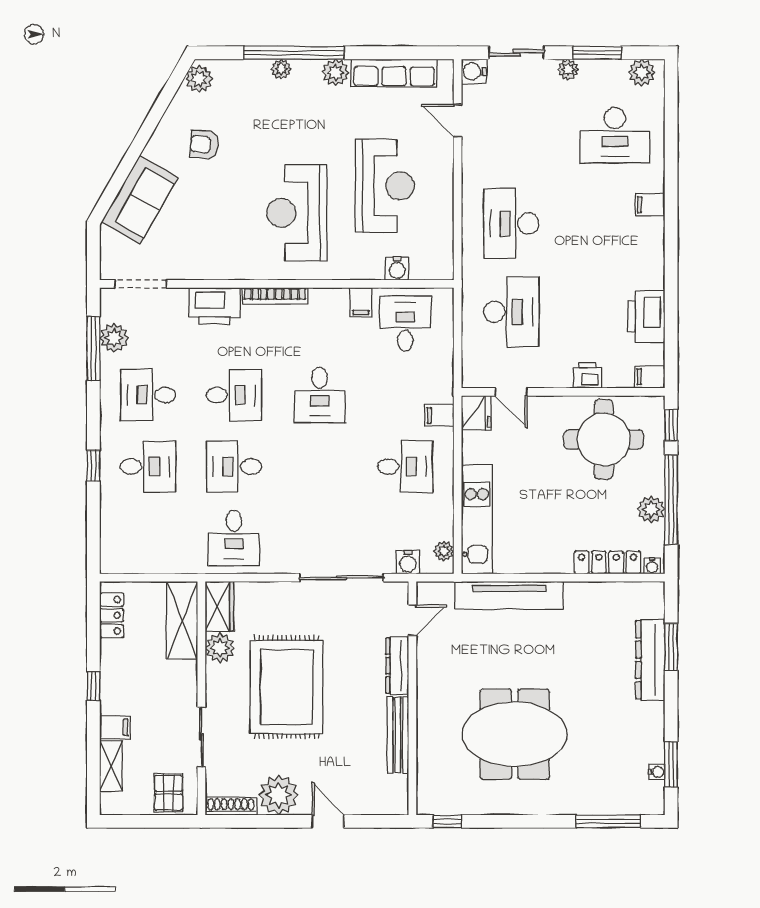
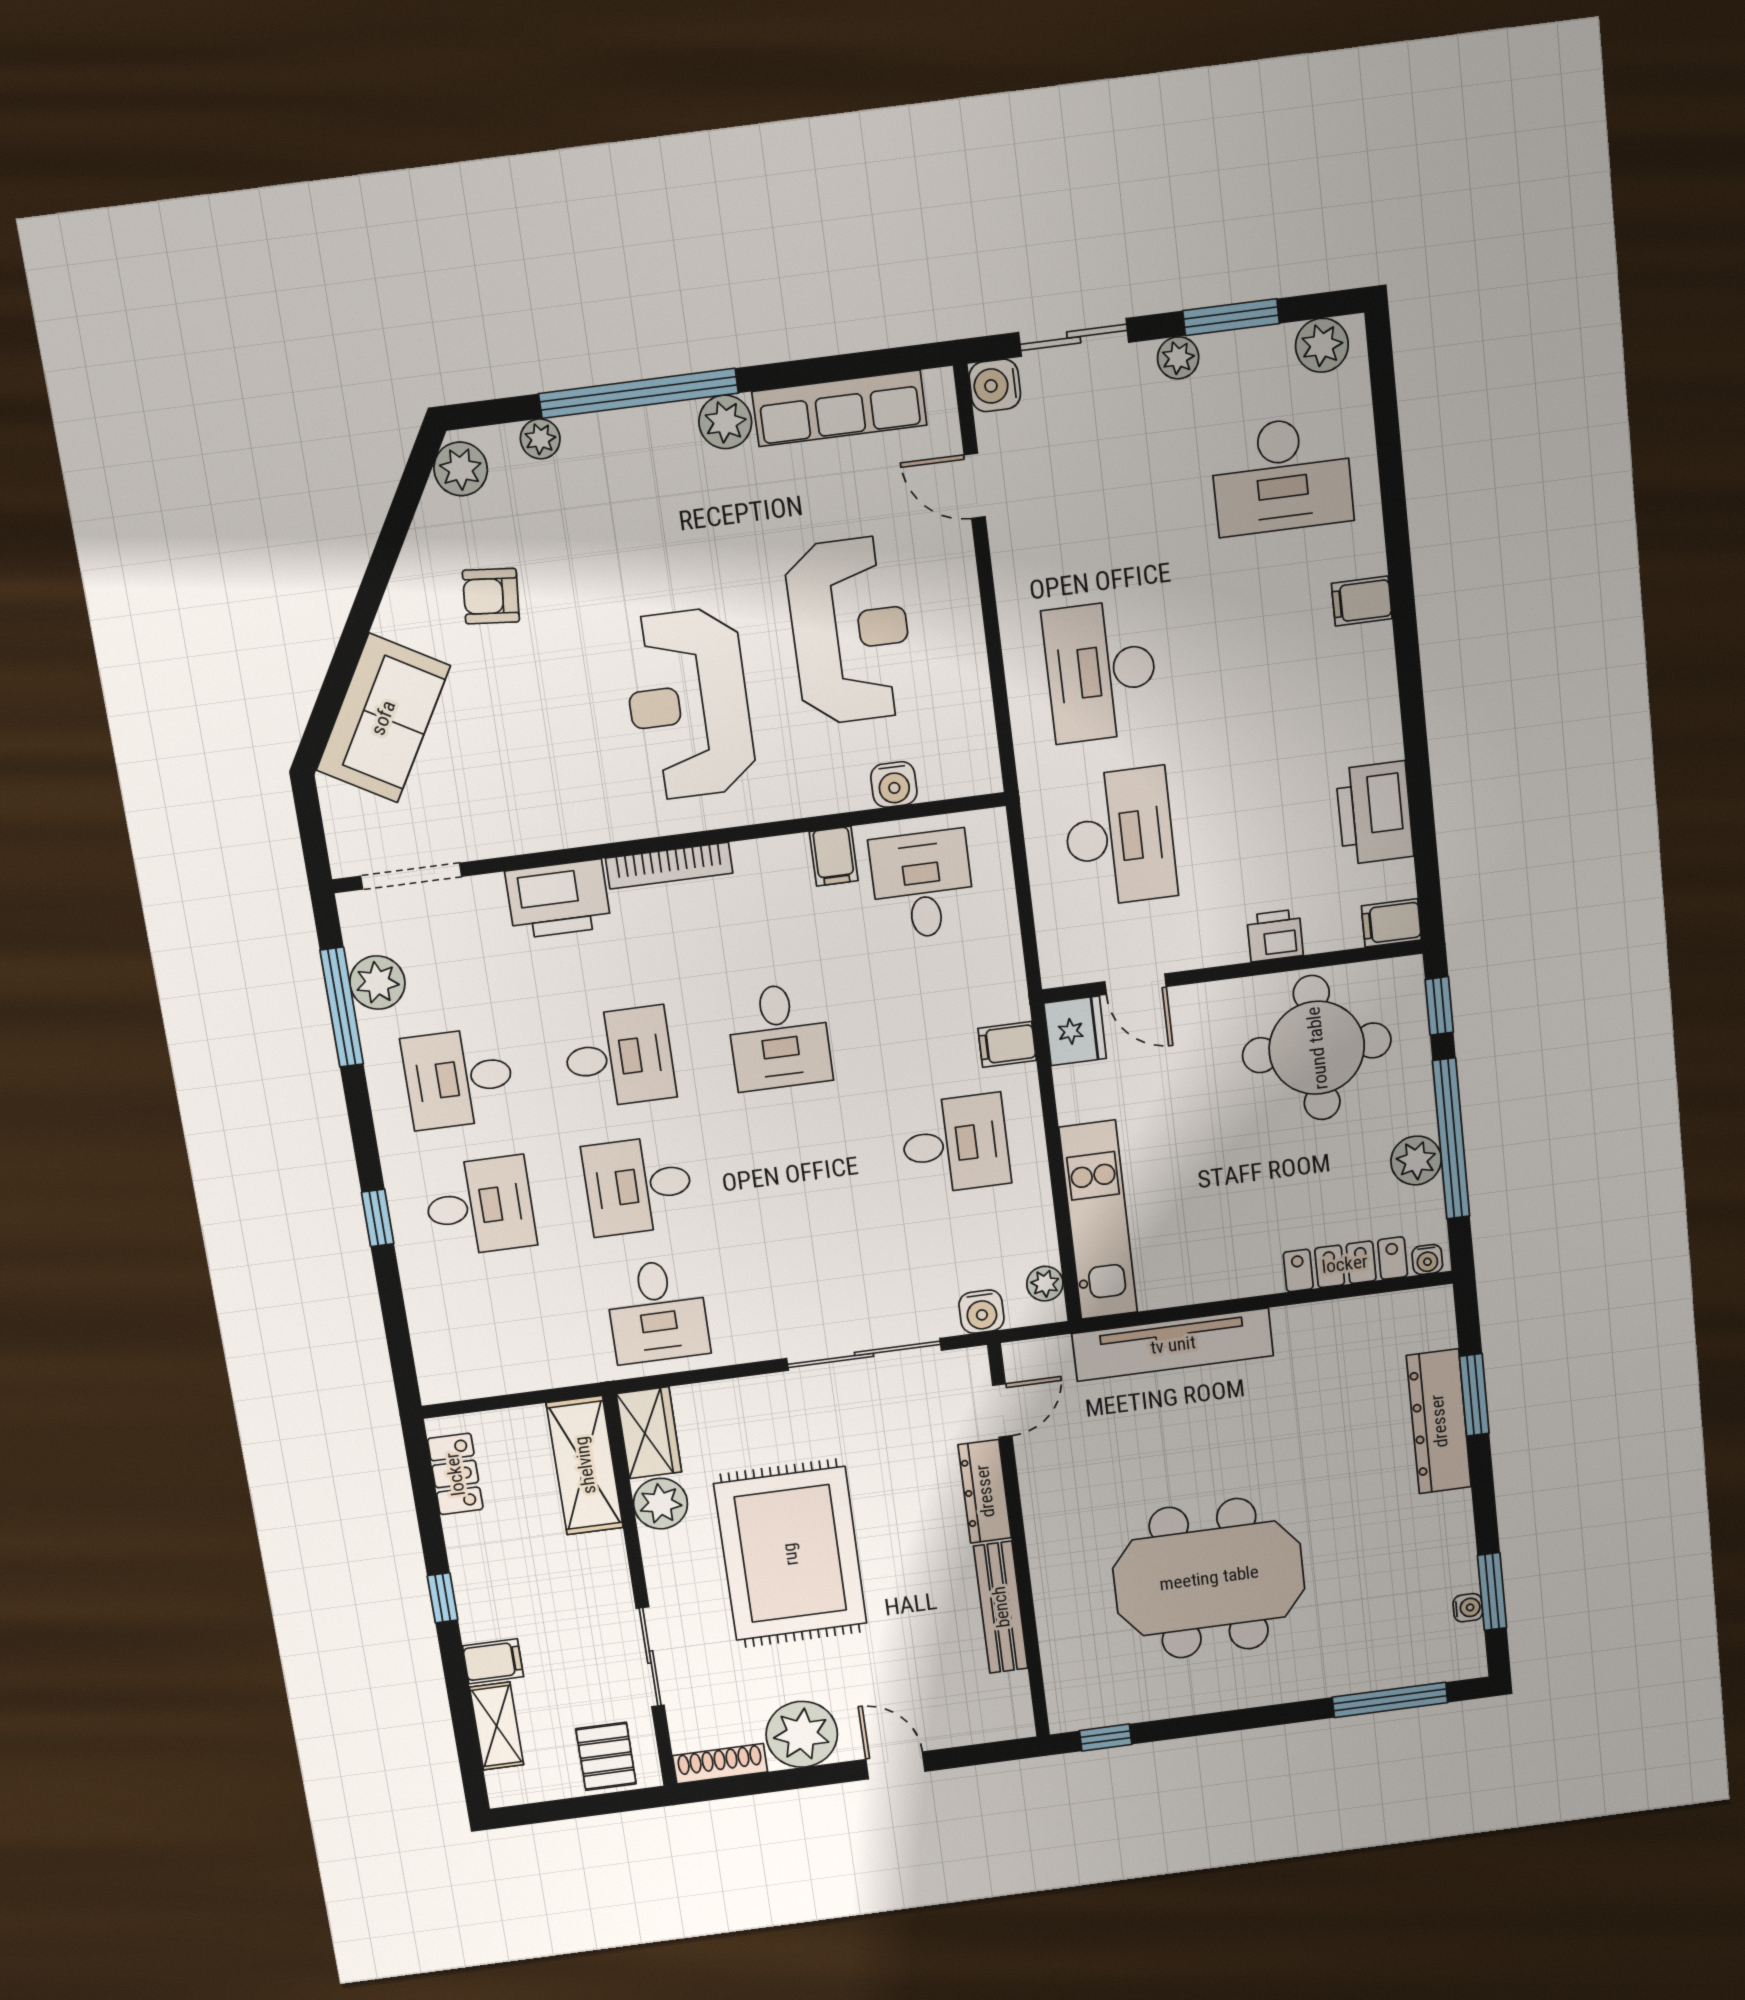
plant: (281, 69) -> (540, 439), moved

